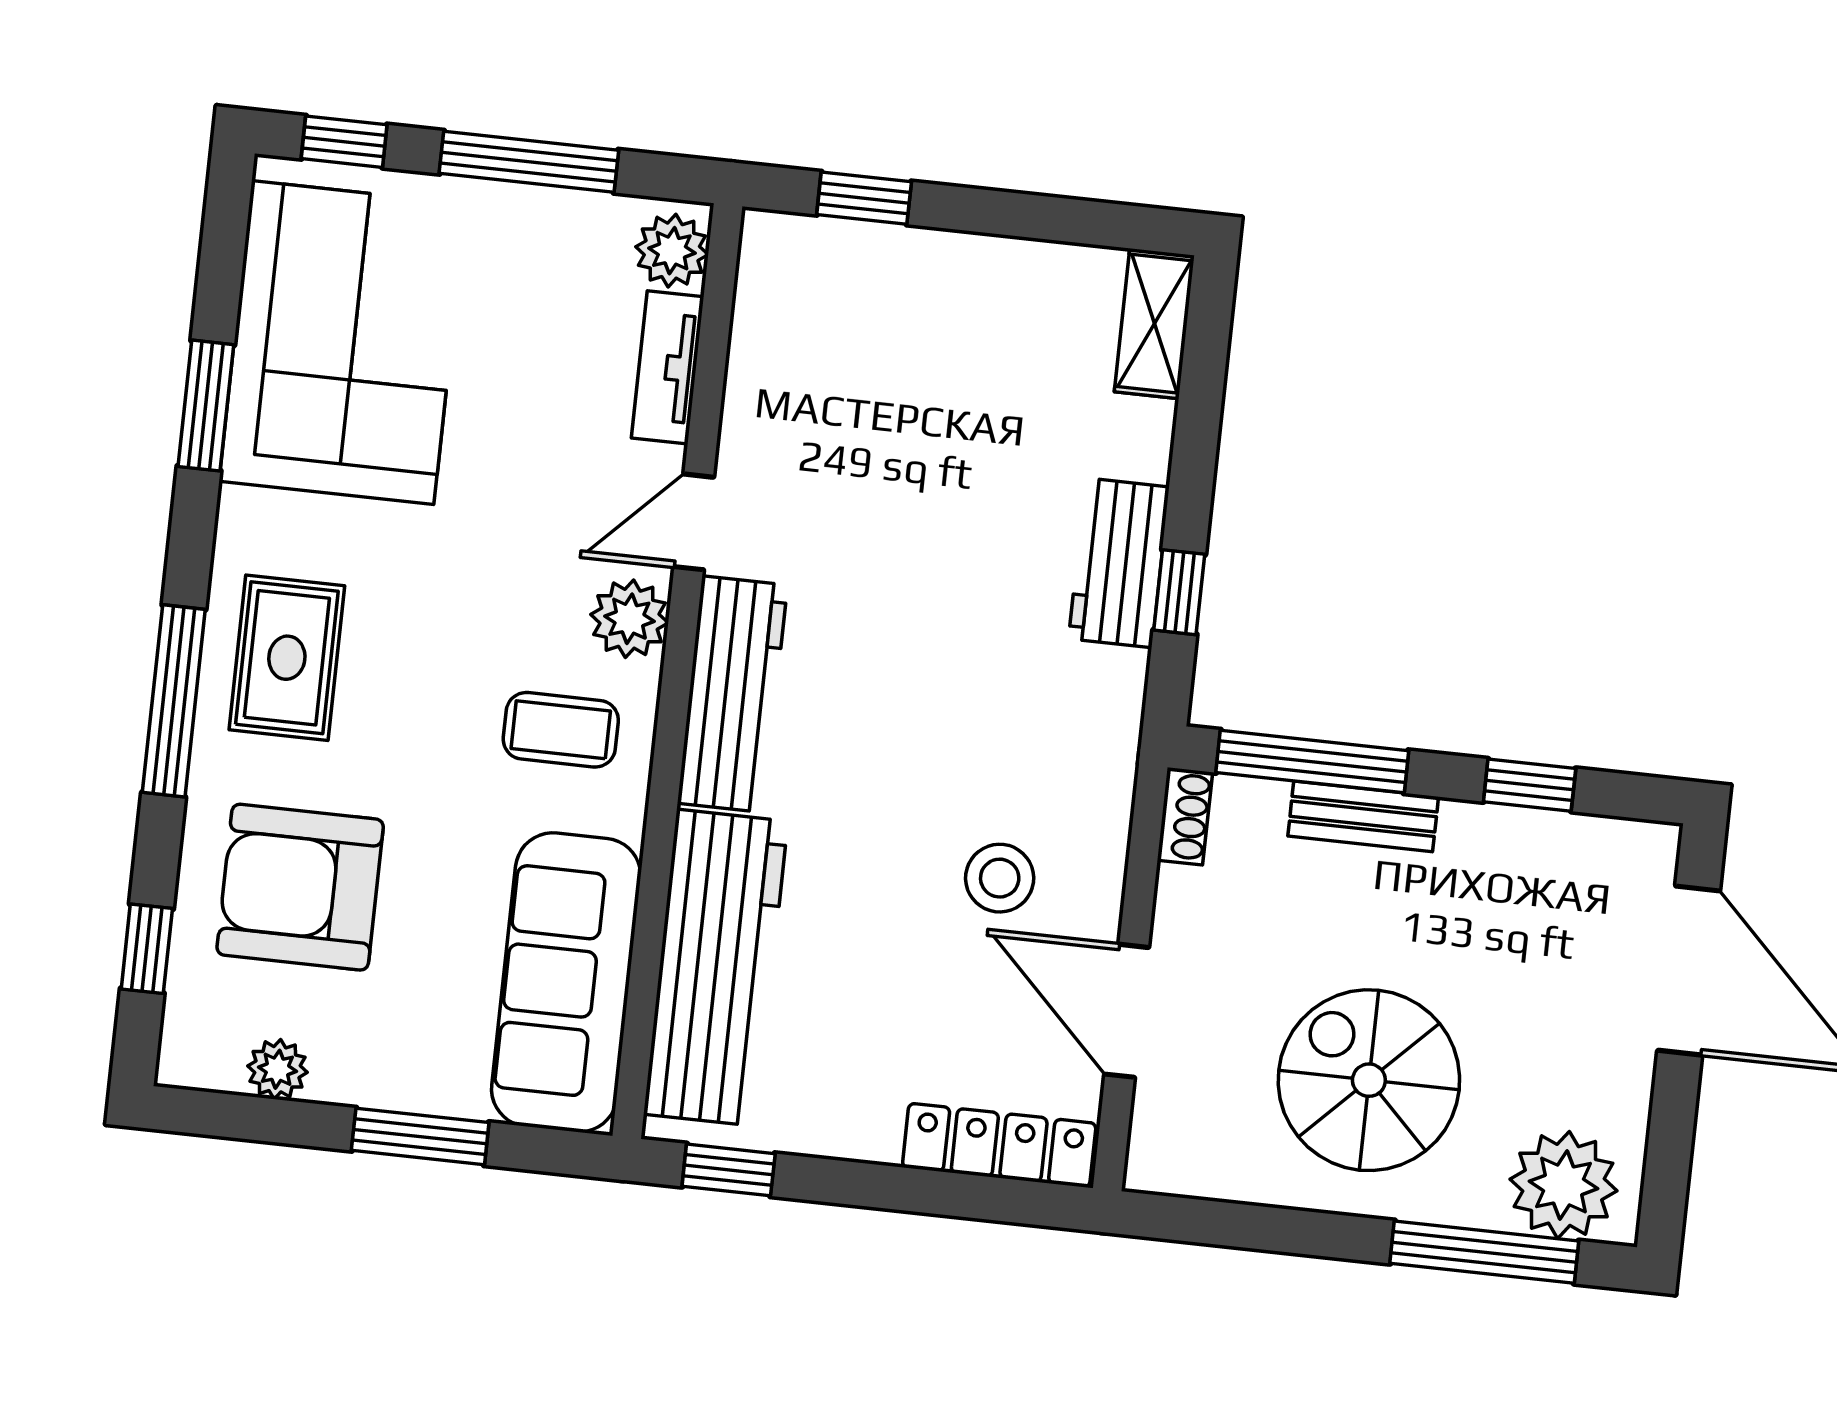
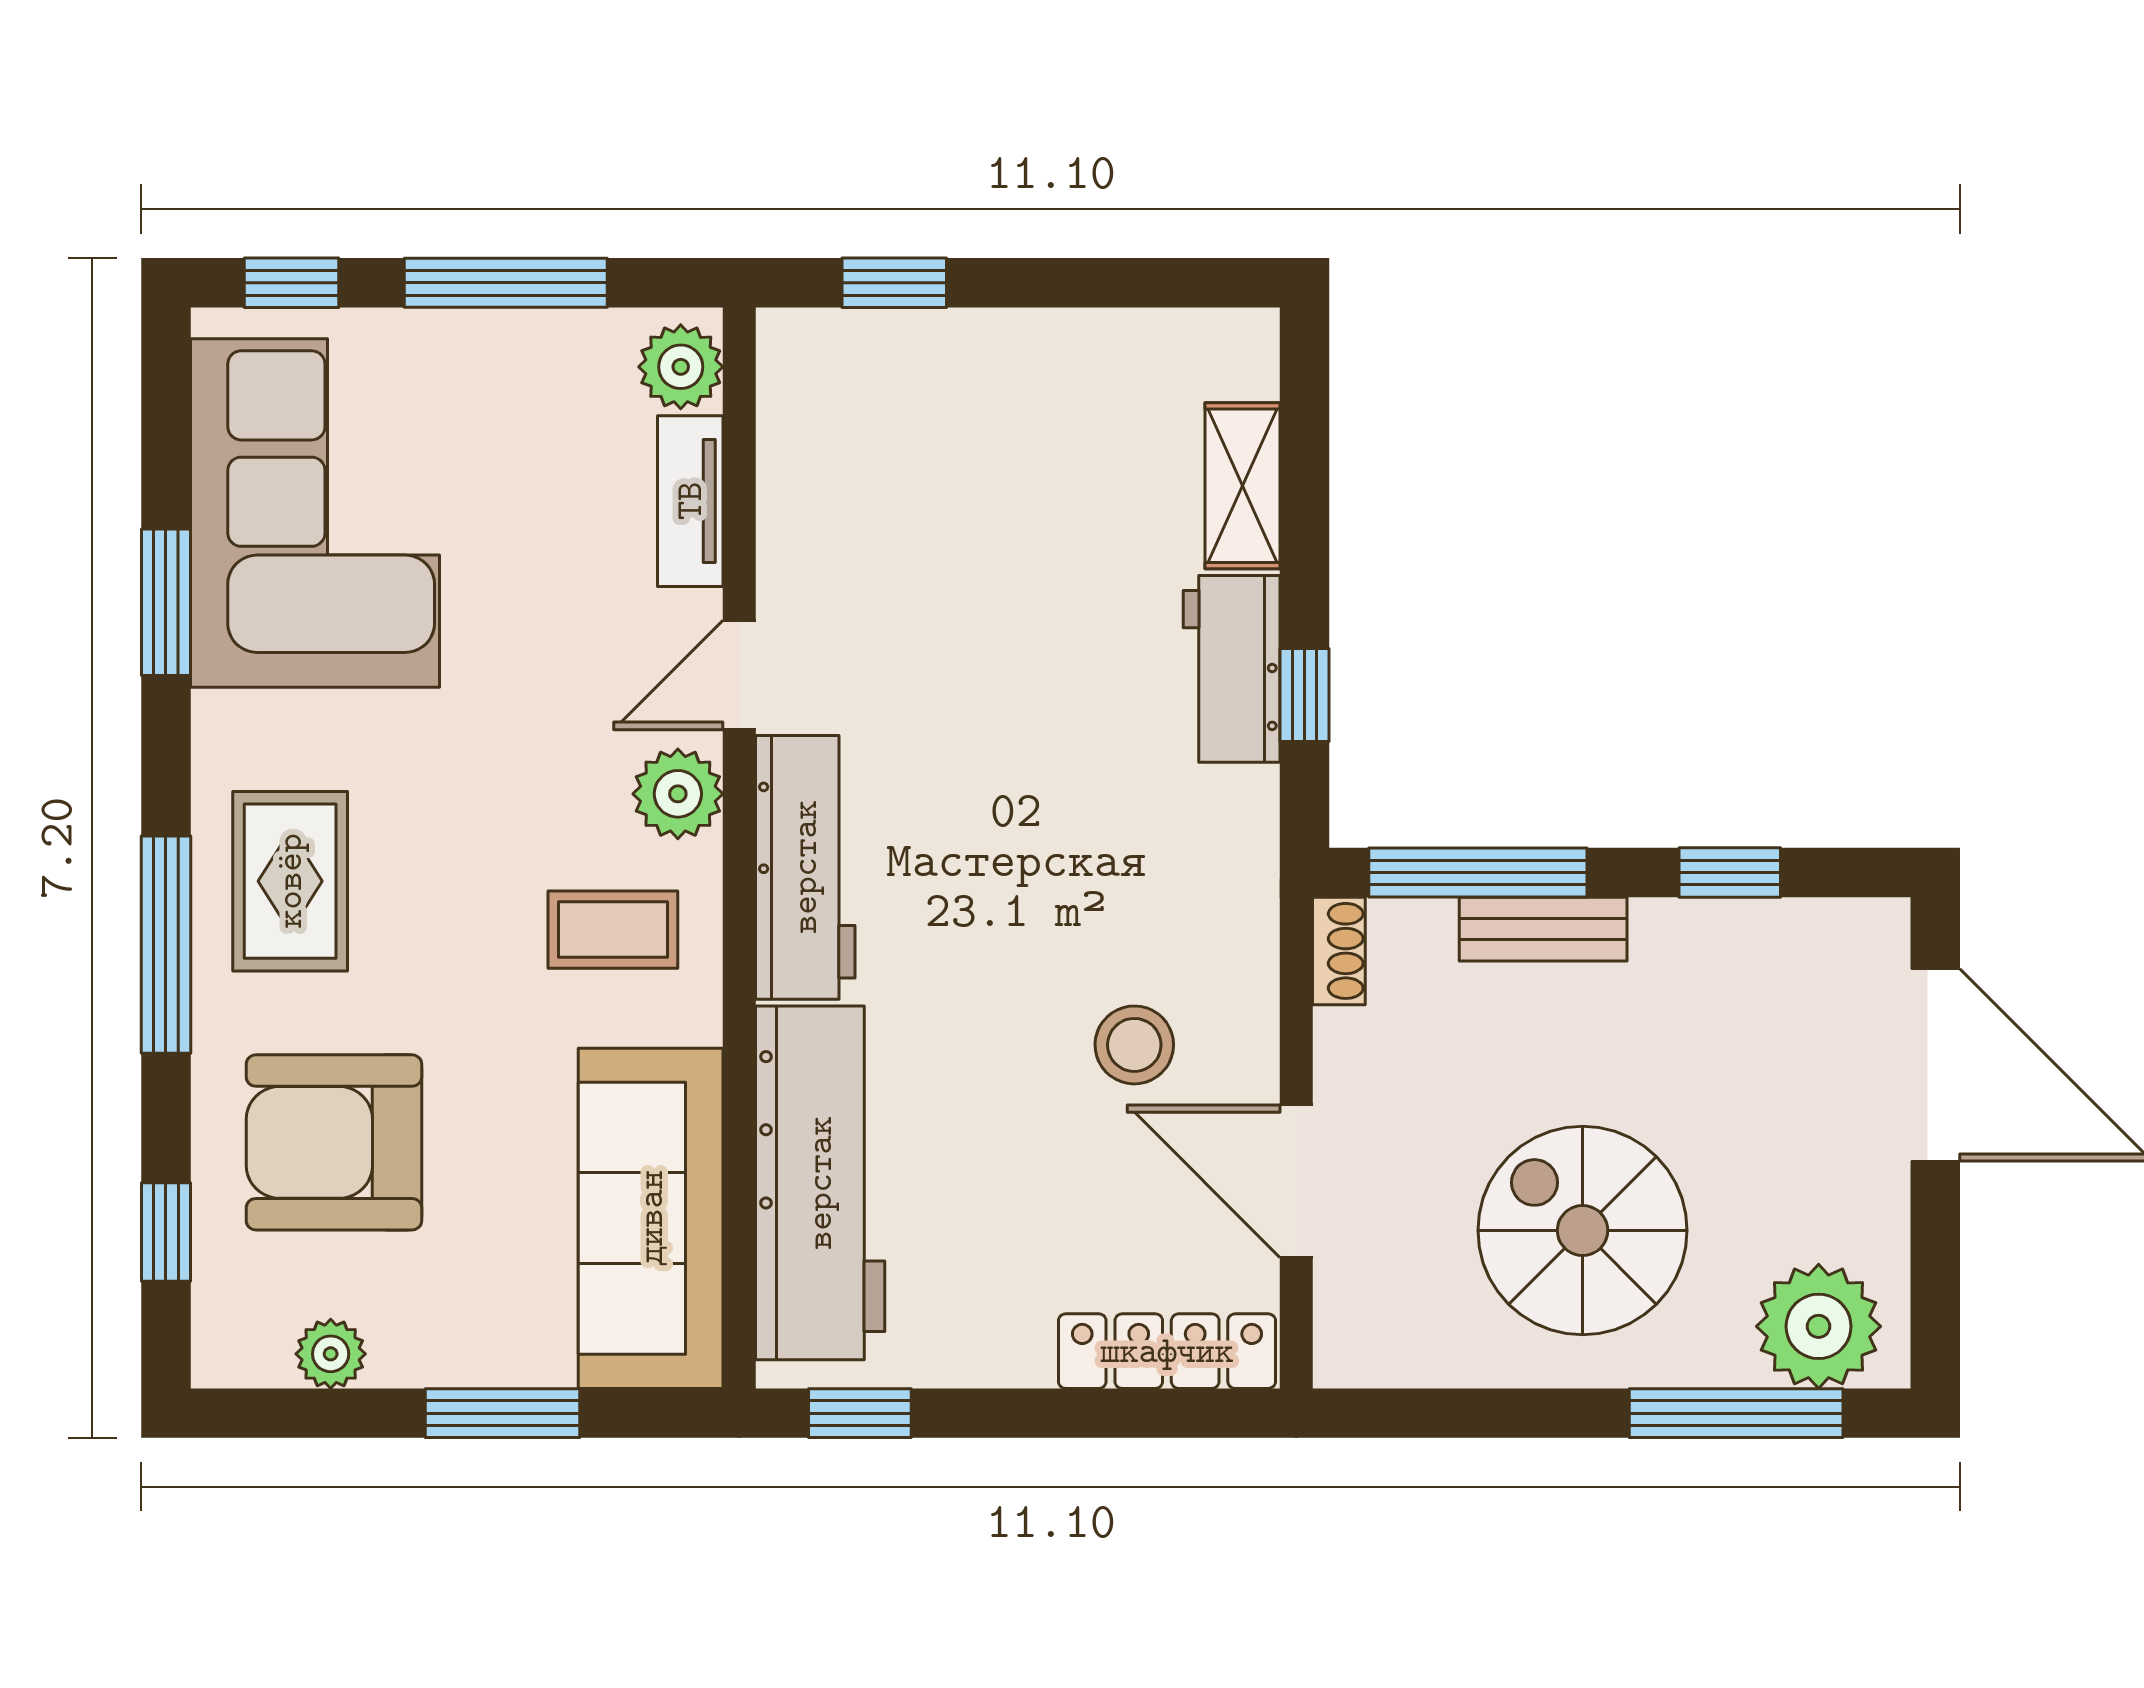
shelving: (1154, 324) -> (1243, 486), moved

